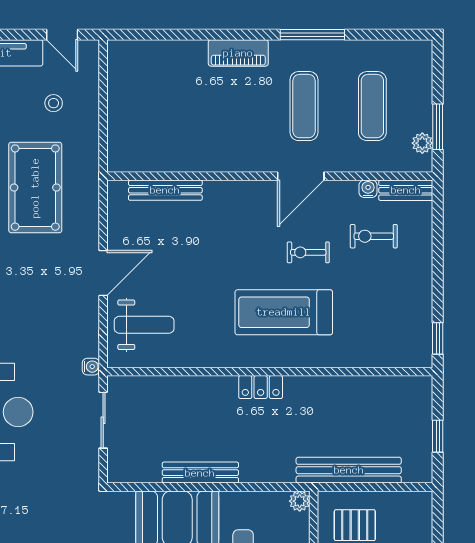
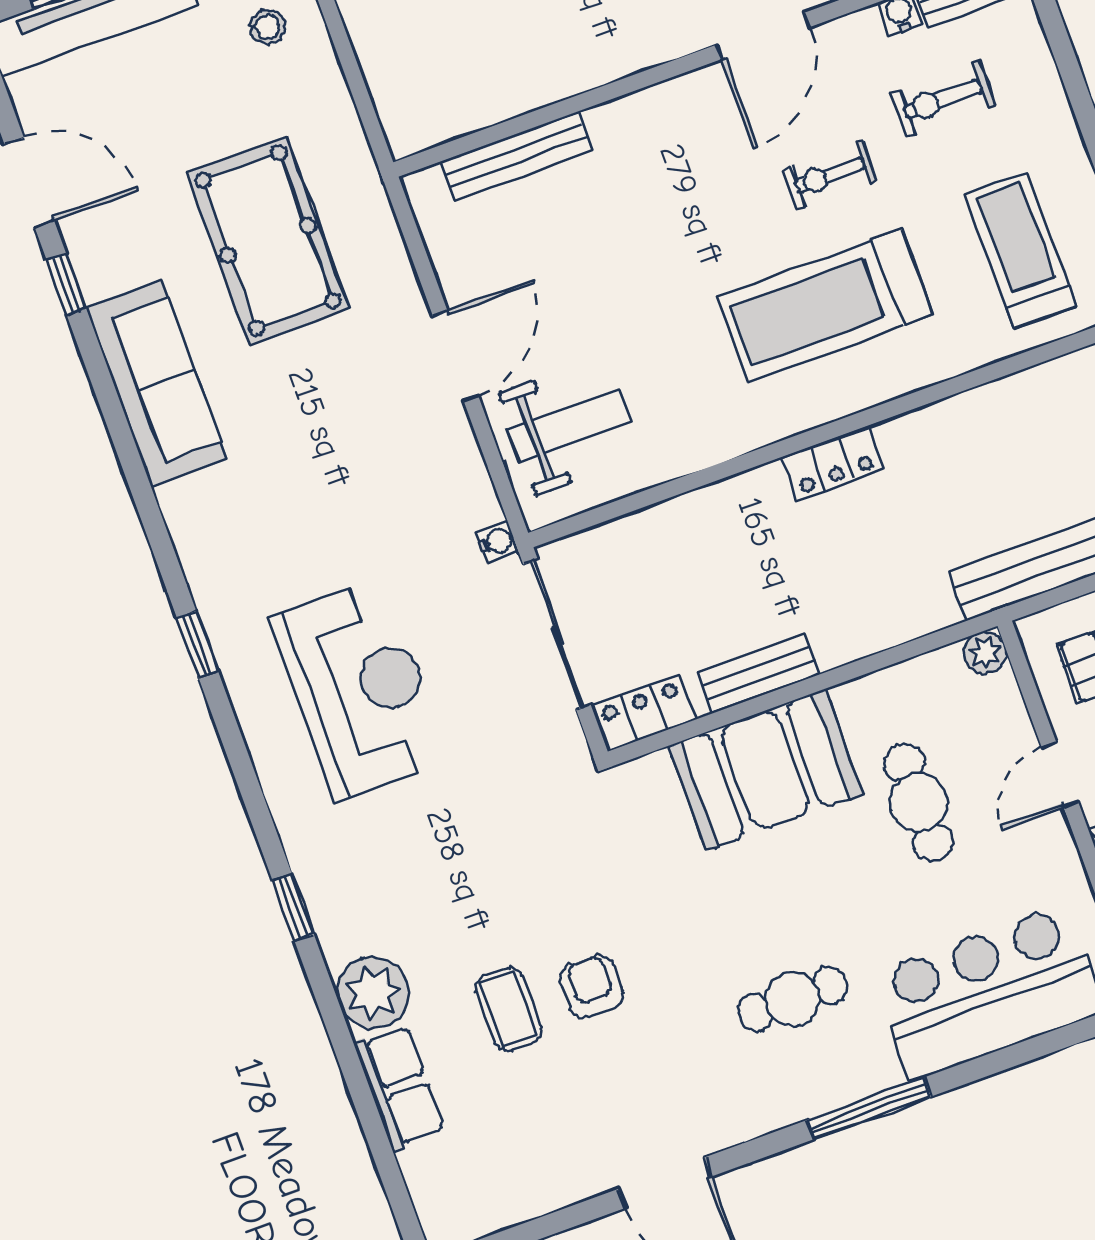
stool: (54, 103) -> (267, 27), moved
treadmill: (384, 320) -> (1021, 251), added
sliding door: (103, 420) -> (557, 635), width x1.37
locker: (130, 471) -> (644, 713), added
bench: (200, 473) -> (758, 674), width x0.73

